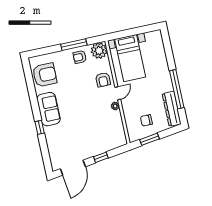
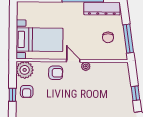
window: (74, 45) -> (12, 95), width x0.46
window: (150, 139) -> (128, 39), width x1.44

